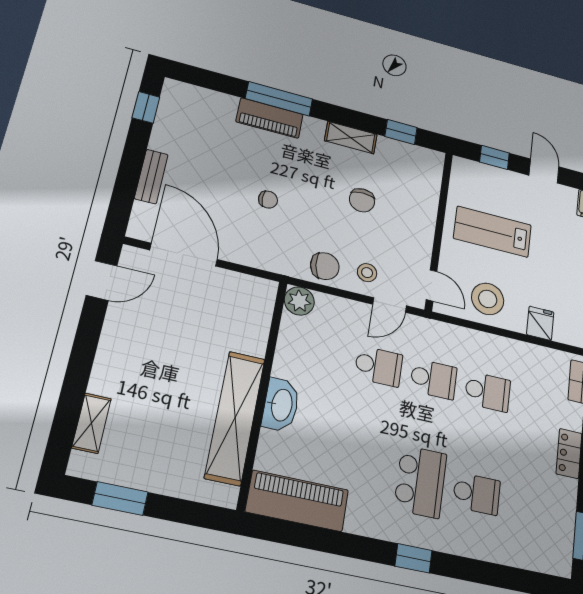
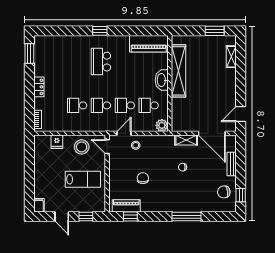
piano: (270, 118) -> (126, 206), moved
shelving: (351, 138) -> (186, 140), moved
chair: (325, 266) -> (224, 192), moved
school desk: (477, 494) -> (149, 105), moved

